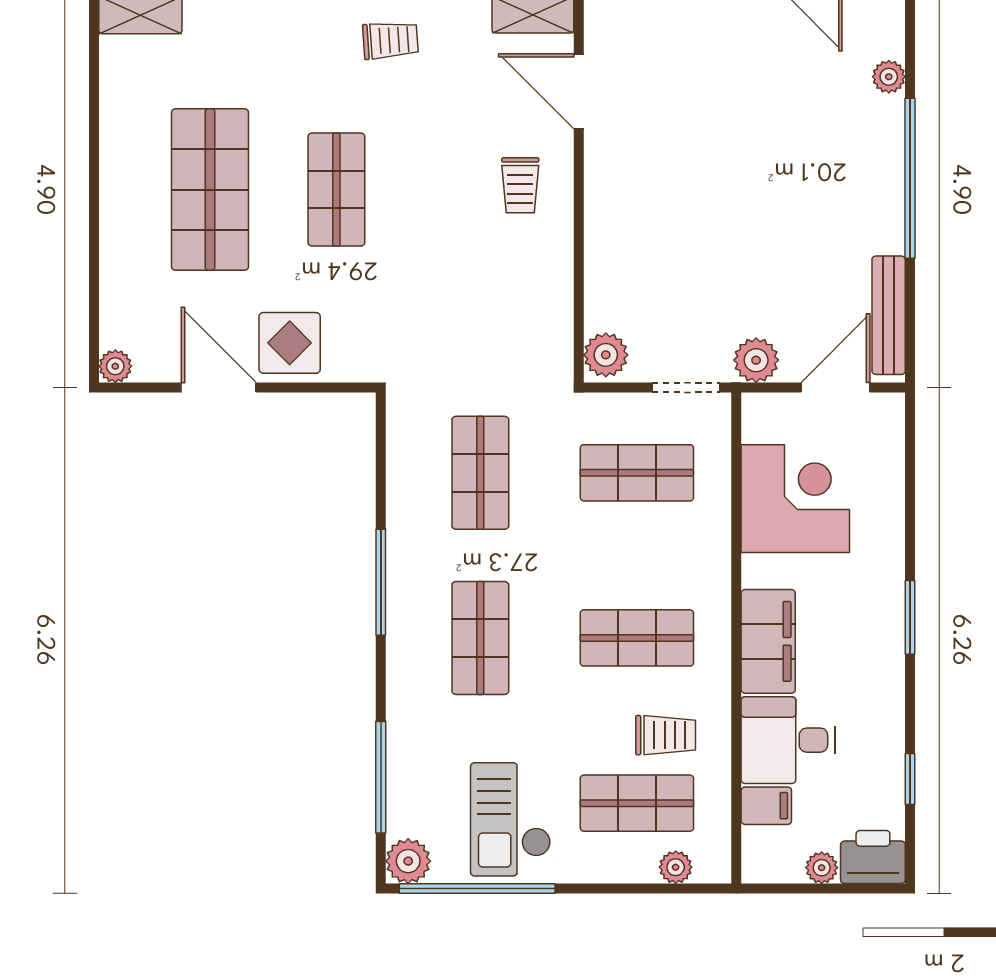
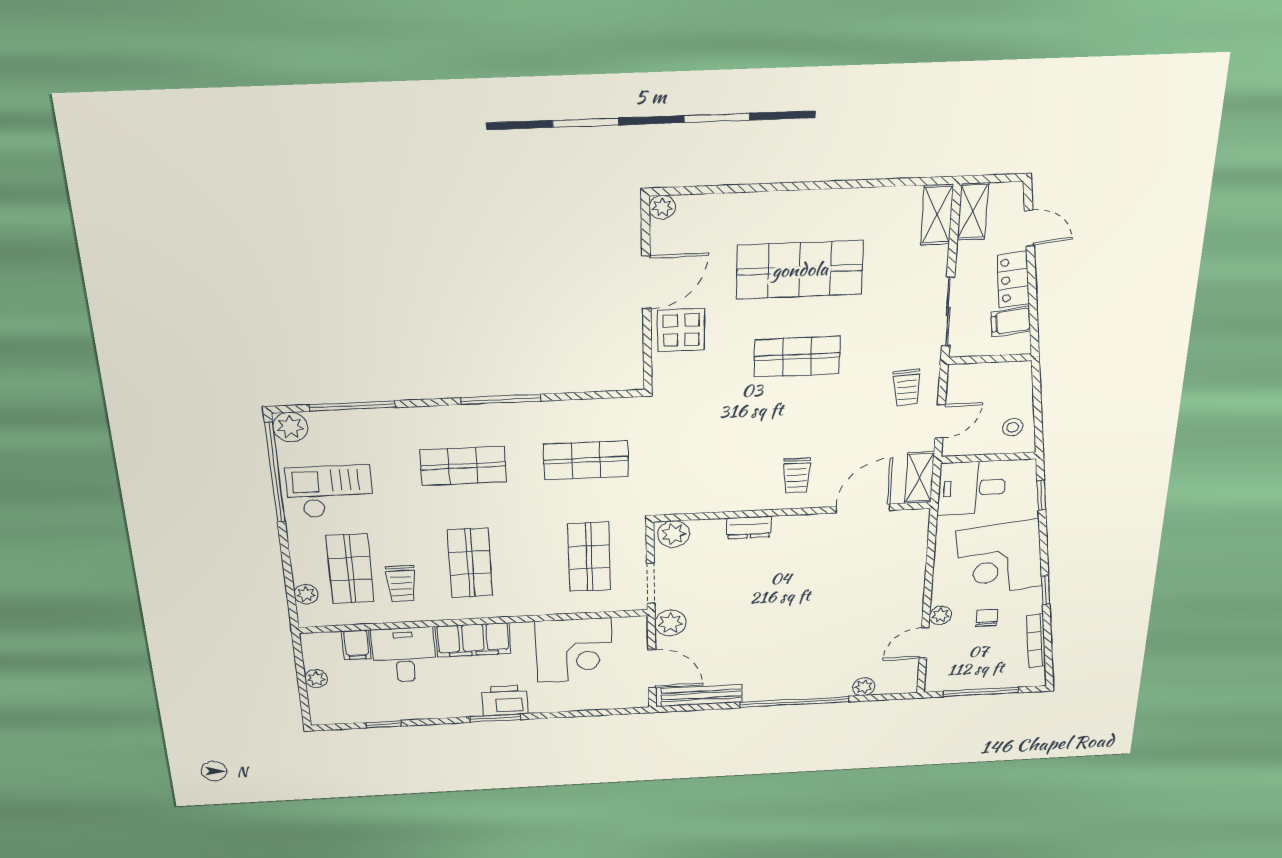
trolley: (520, 185) -> (797, 476), turned -90
dresser: (601, 250) -> (749, 527), added
printer: (873, 857) -> (505, 700), moved, turned -90

